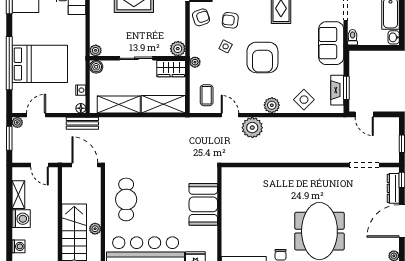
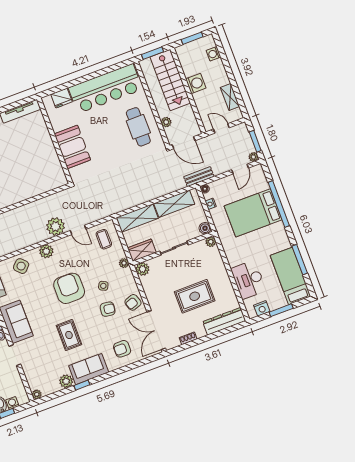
washing machine: (21, 219) -> (196, 83), moved, turned 180
plant: (95, 229) -> (166, 122), moved

